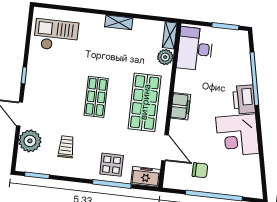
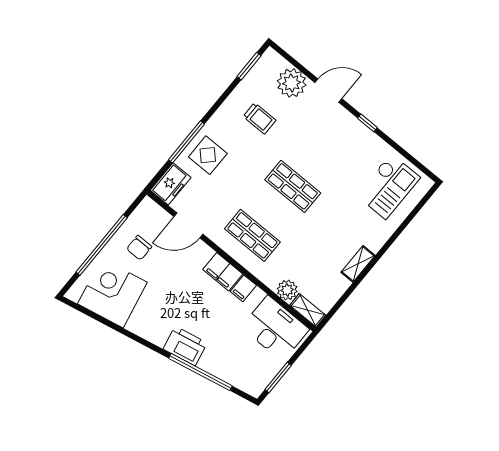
filing cabinet: (183, 86) -> (243, 288), added
shop shelf: (145, 102) -> (252, 235), width x0.70, depth x0.74
corner desk: (237, 135) -> (112, 293), moved

